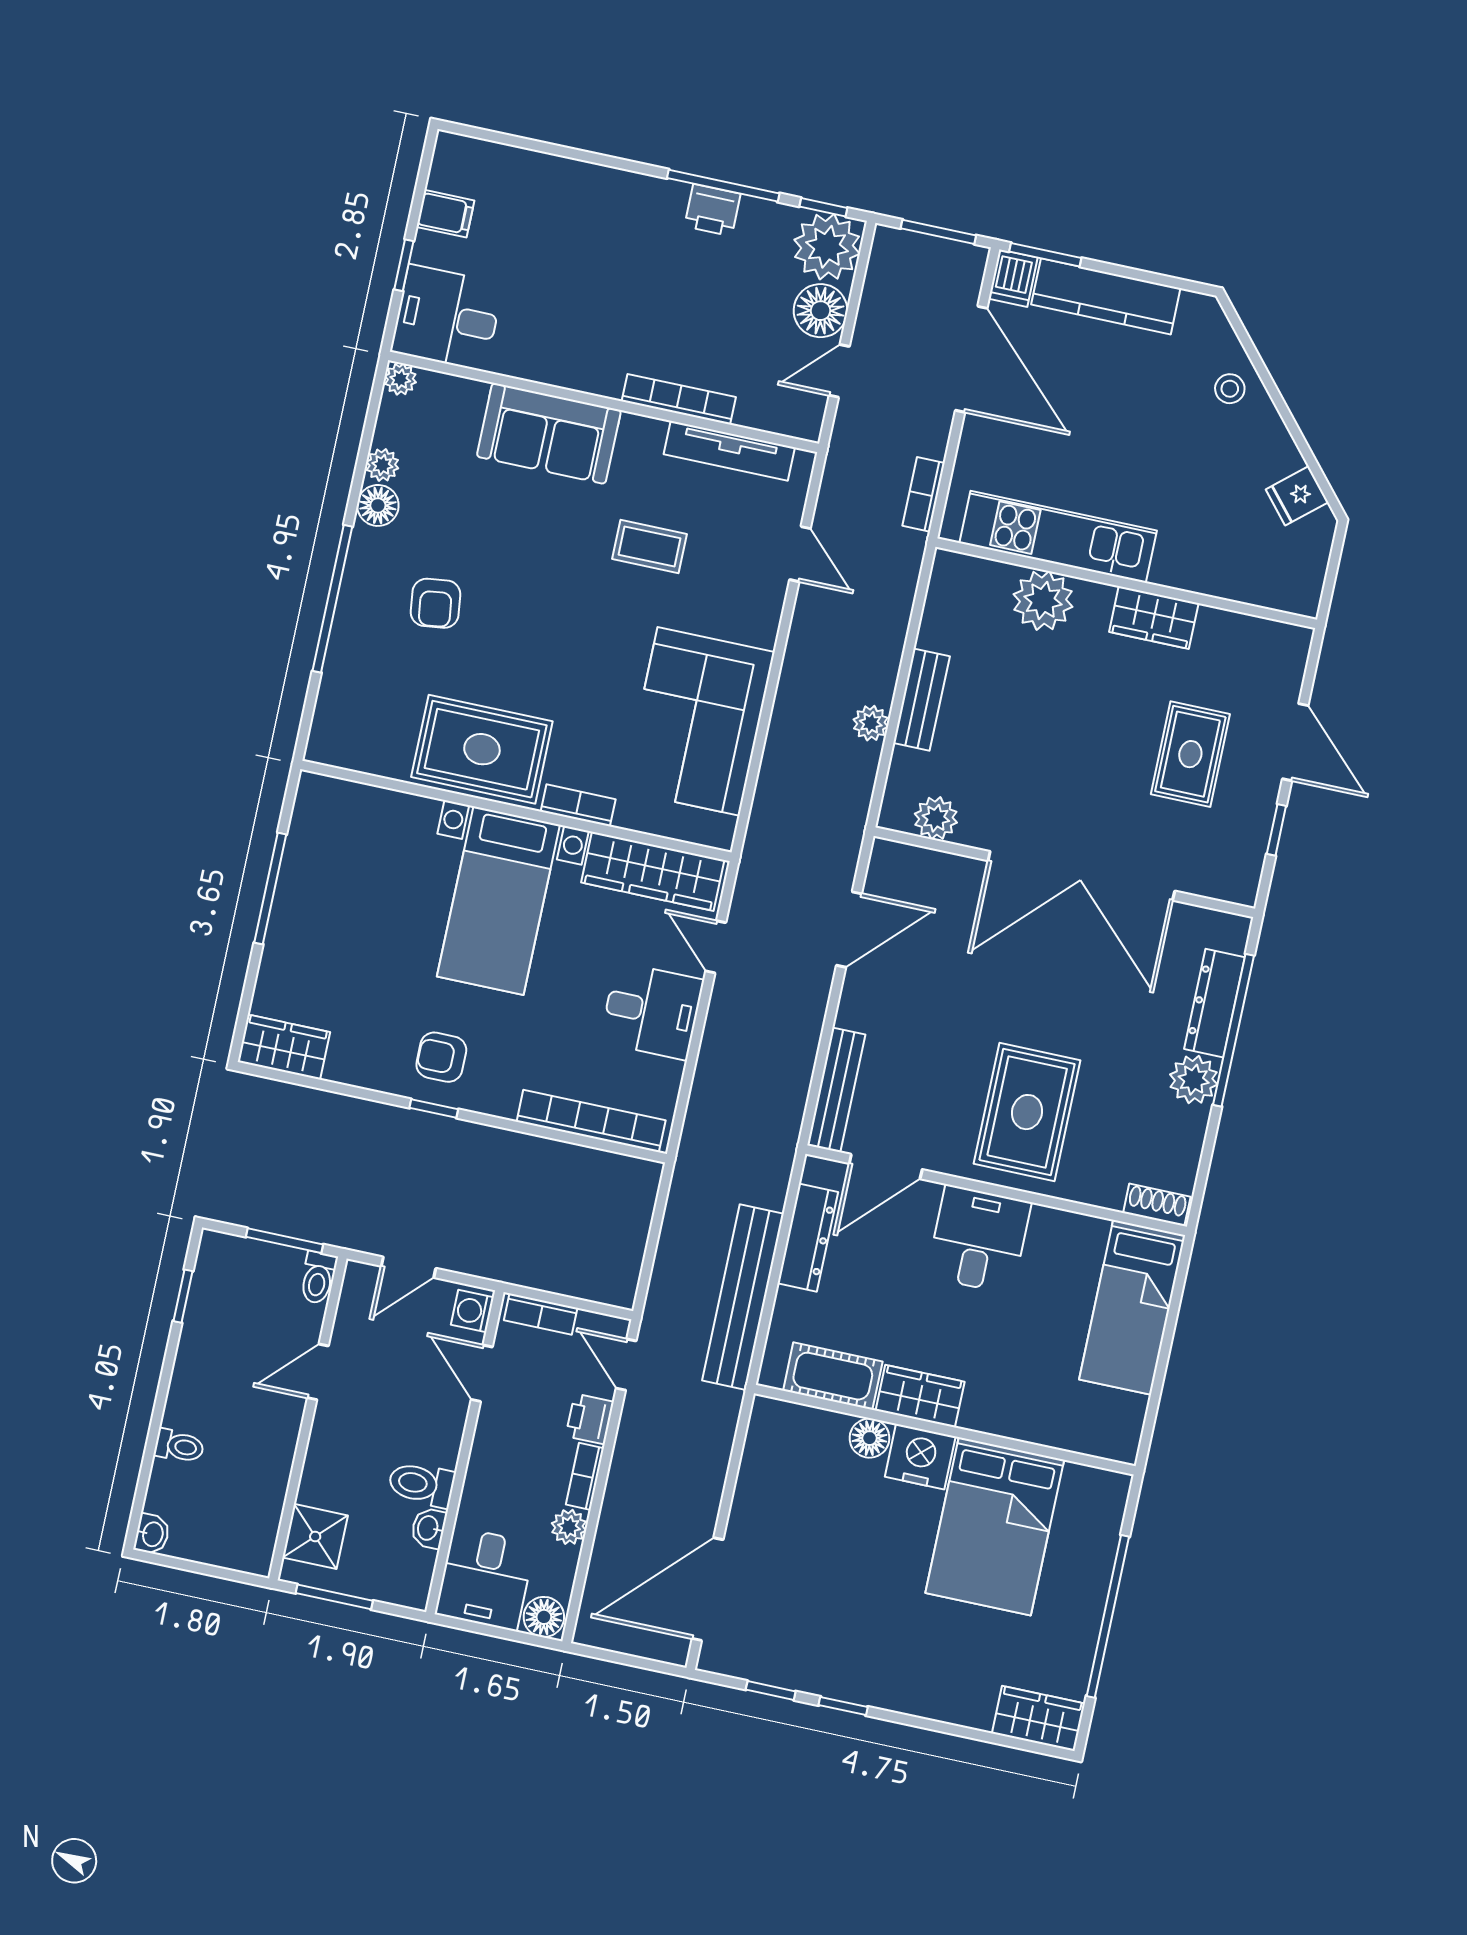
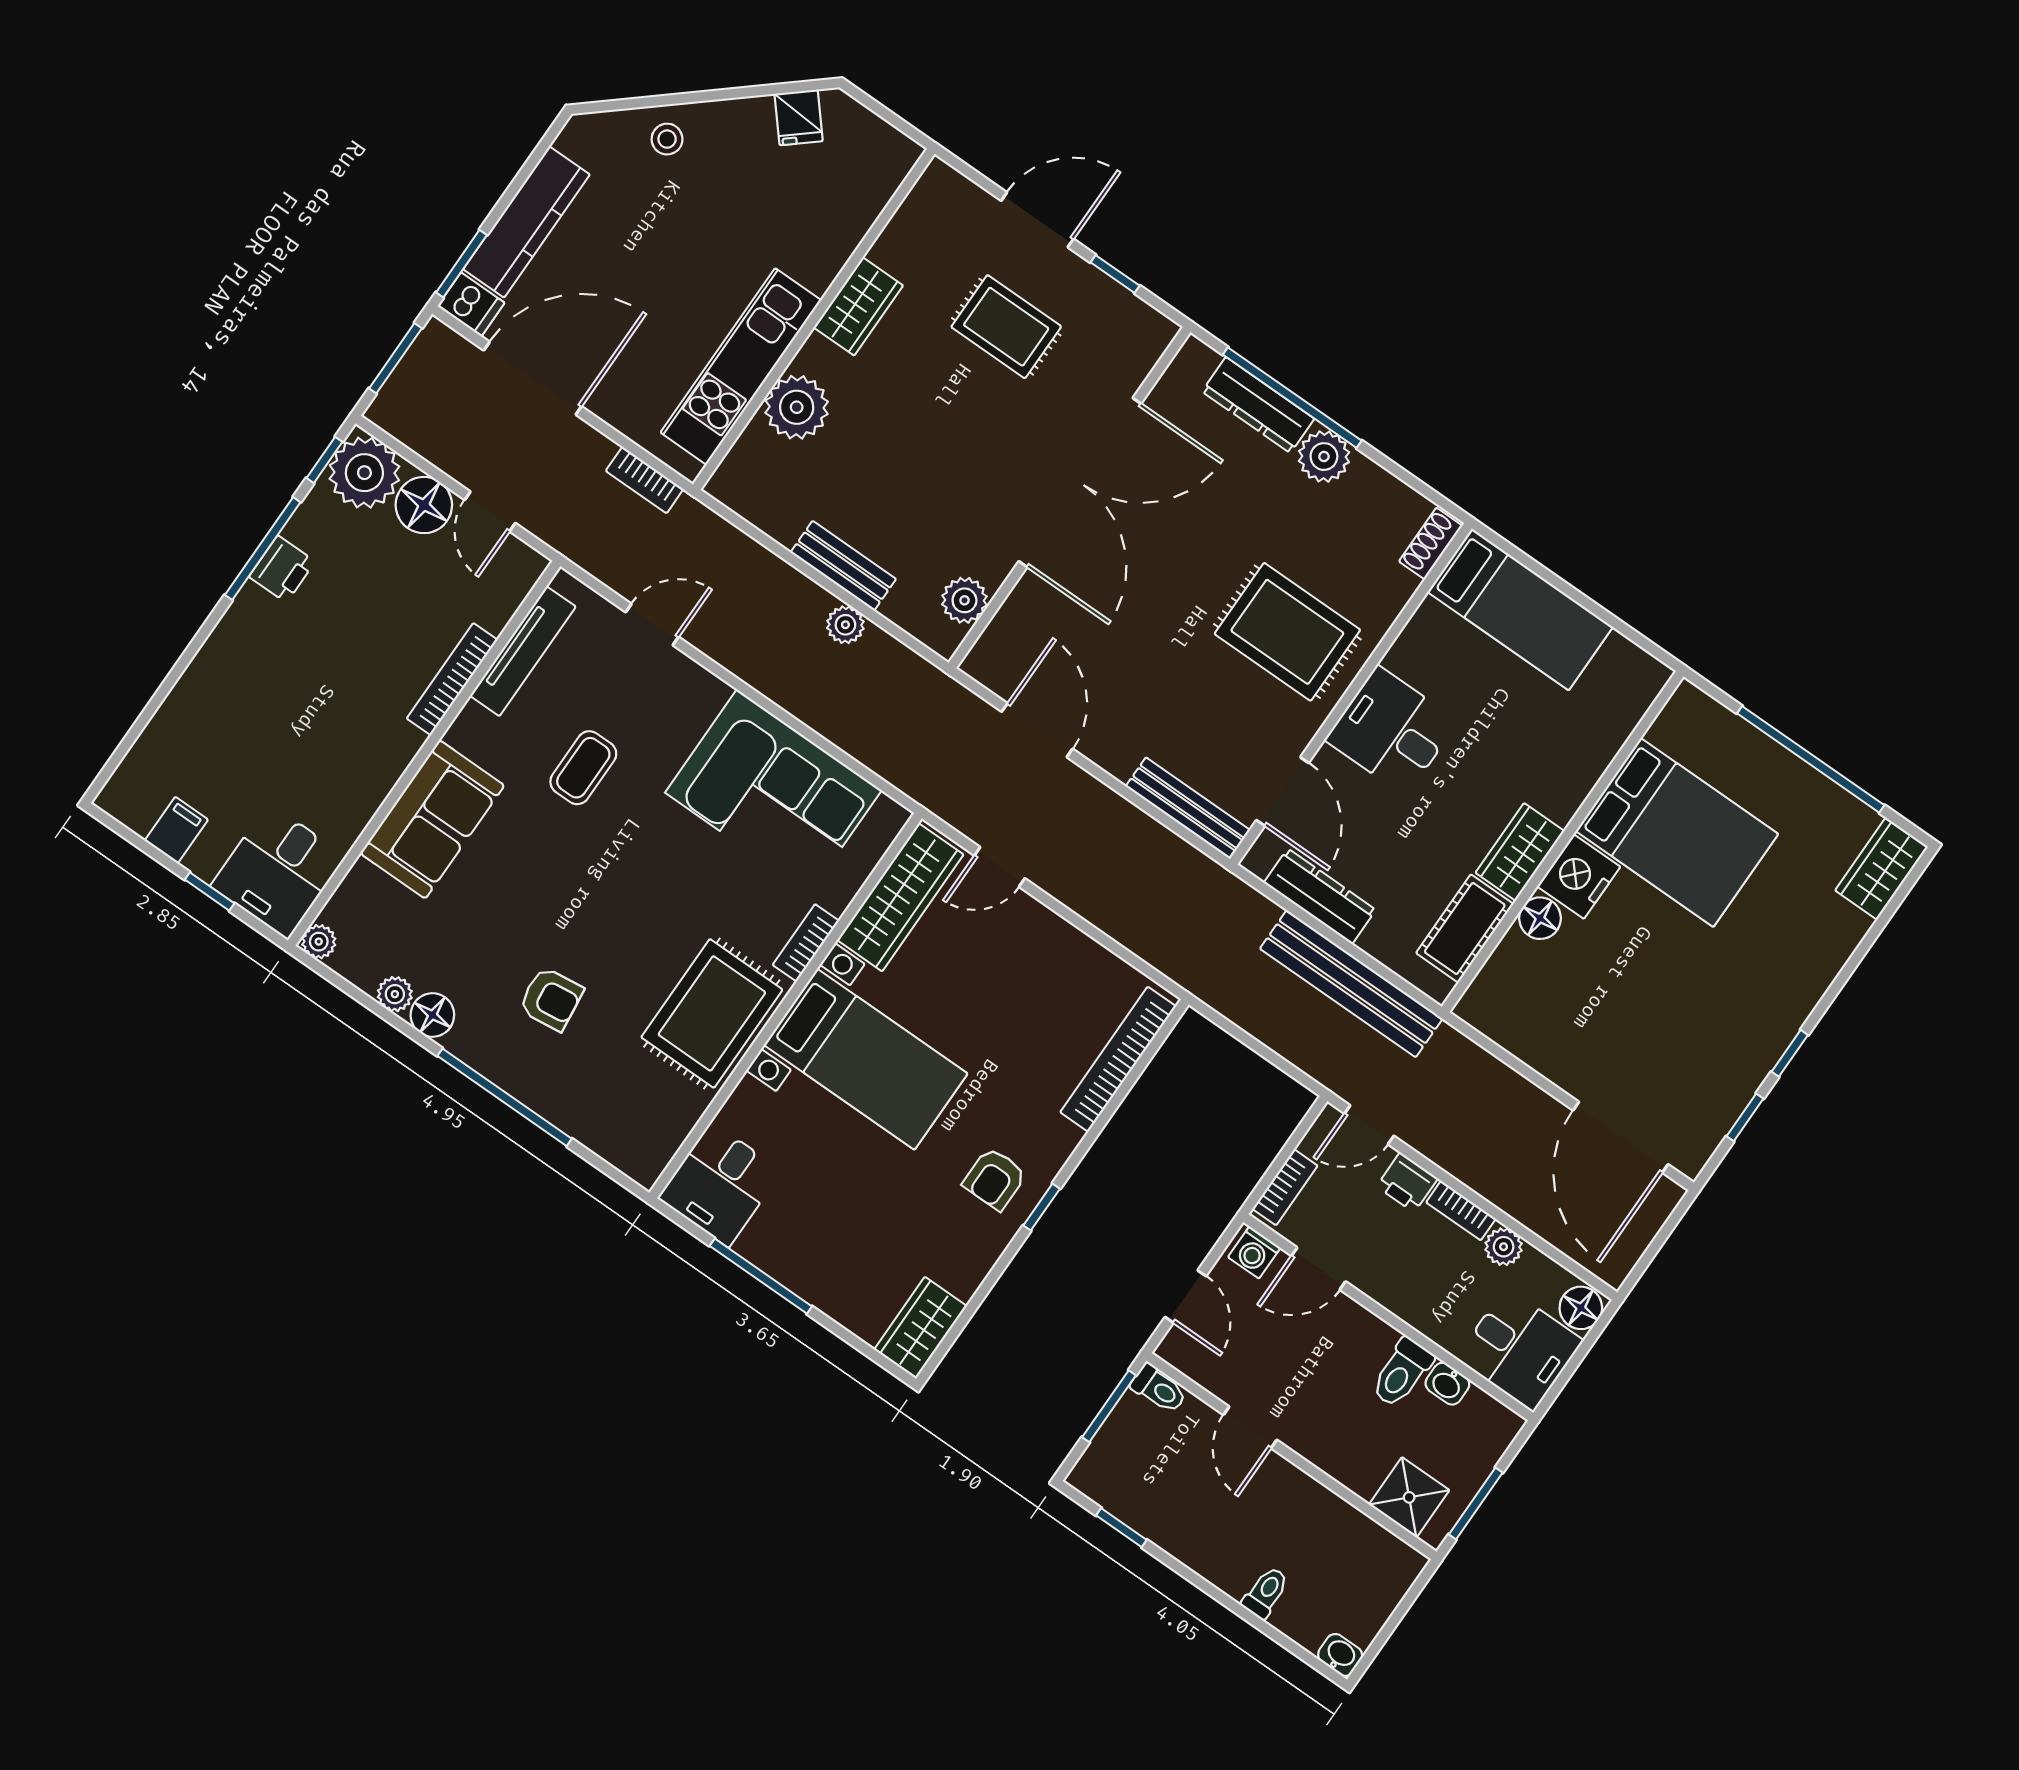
desk: (652, 1011) -> (720, 1184), moved, turned 180

